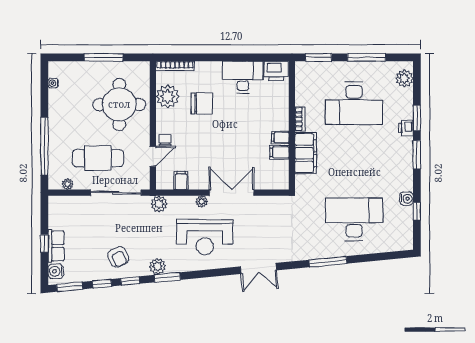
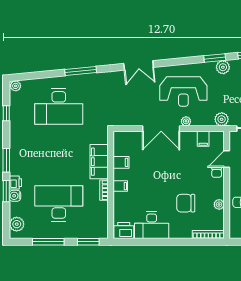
plant: (168, 97) -> (219, 204), width x0.53, depth x0.53
filing cabinet: (280, 138) -> (120, 186), moved
water cooler: (406, 199) -> (15, 196), moved
reception desk: (205, 237) -> (183, 92), turned 180
plant: (406, 244) -> (15, 86), added
double door: (258, 268) -> (139, 65), swing flipped

